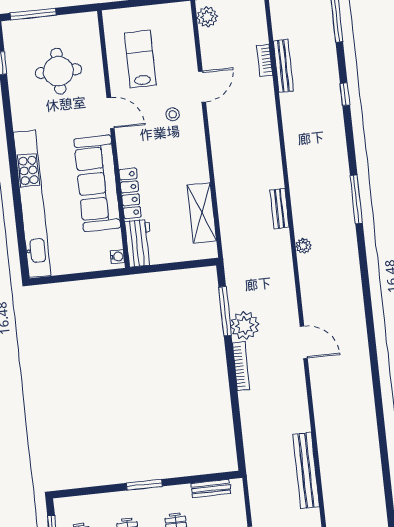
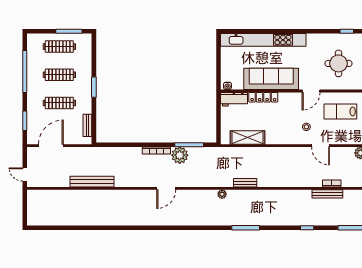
lab bench: (140, 59) -> (340, 112), turned 180

